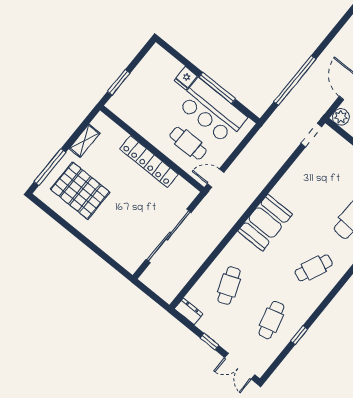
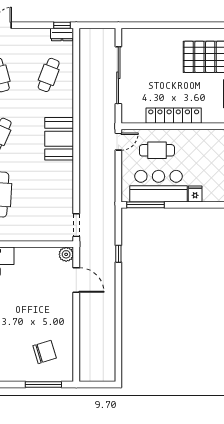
window: (295, 80) -> (118, 254), width x0.32
window: (217, 88) -> (146, 205), moved
cafe table: (229, 286) -> (49, 75), turned 42
window: (209, 342) -> (62, 25), moved

